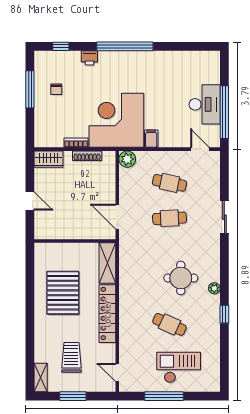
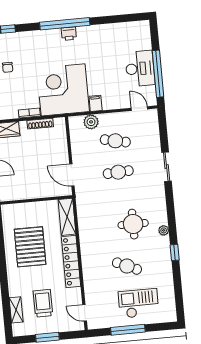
printer: (89, 58) -> (69, 34), moved
plant: (127, 159) -> (91, 122), moved
shelving: (41, 377) -> (16, 310), moved

